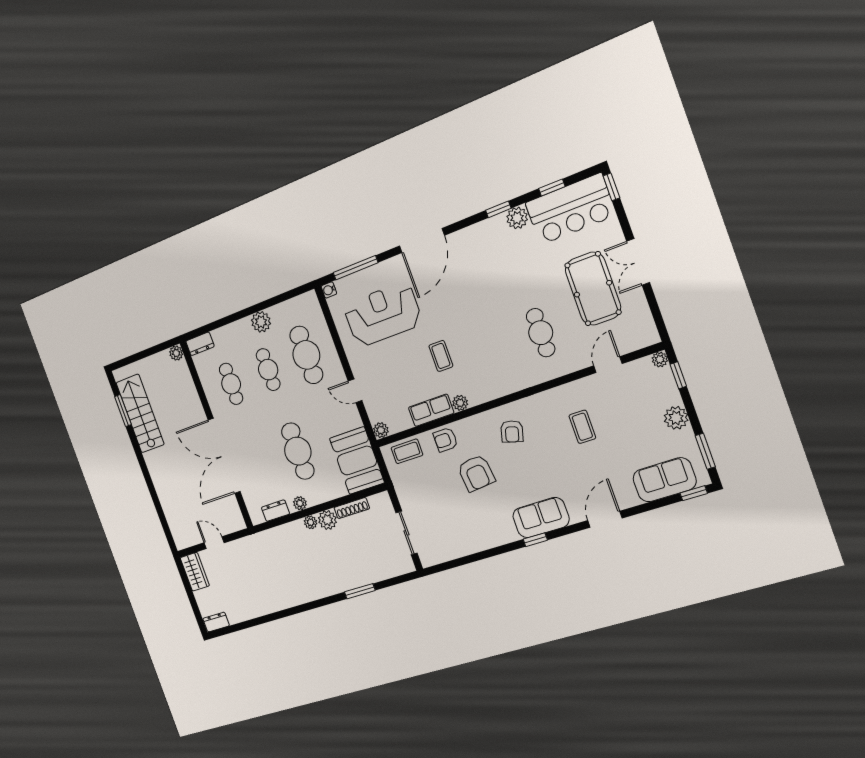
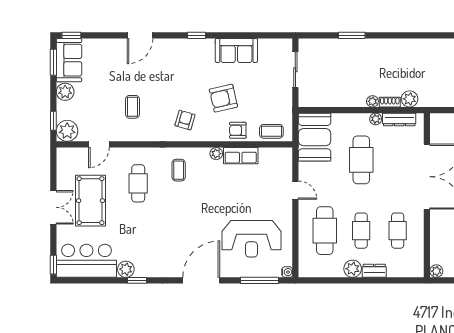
window: (552, 188) -> (94, 280), removed
dresser: (200, 344) -> (374, 271), moved
coffee table: (441, 356) -> (179, 170), moved
plant: (660, 359) -> (67, 131), width x1.88, depth x1.88
plant: (381, 430) -> (286, 154), removed
armchair: (445, 440) -> (238, 130), turned 180
armchair: (476, 473) -> (223, 98), turned -97
sofa: (664, 480) -> (69, 60), moved, turned -90
shoe rack: (352, 508) -> (390, 102), moved, width x0.70
dresser: (275, 511) -> (399, 120), width x1.44
sofa: (541, 518) -> (236, 50), moved
plant: (327, 520) -> (410, 99), moved

